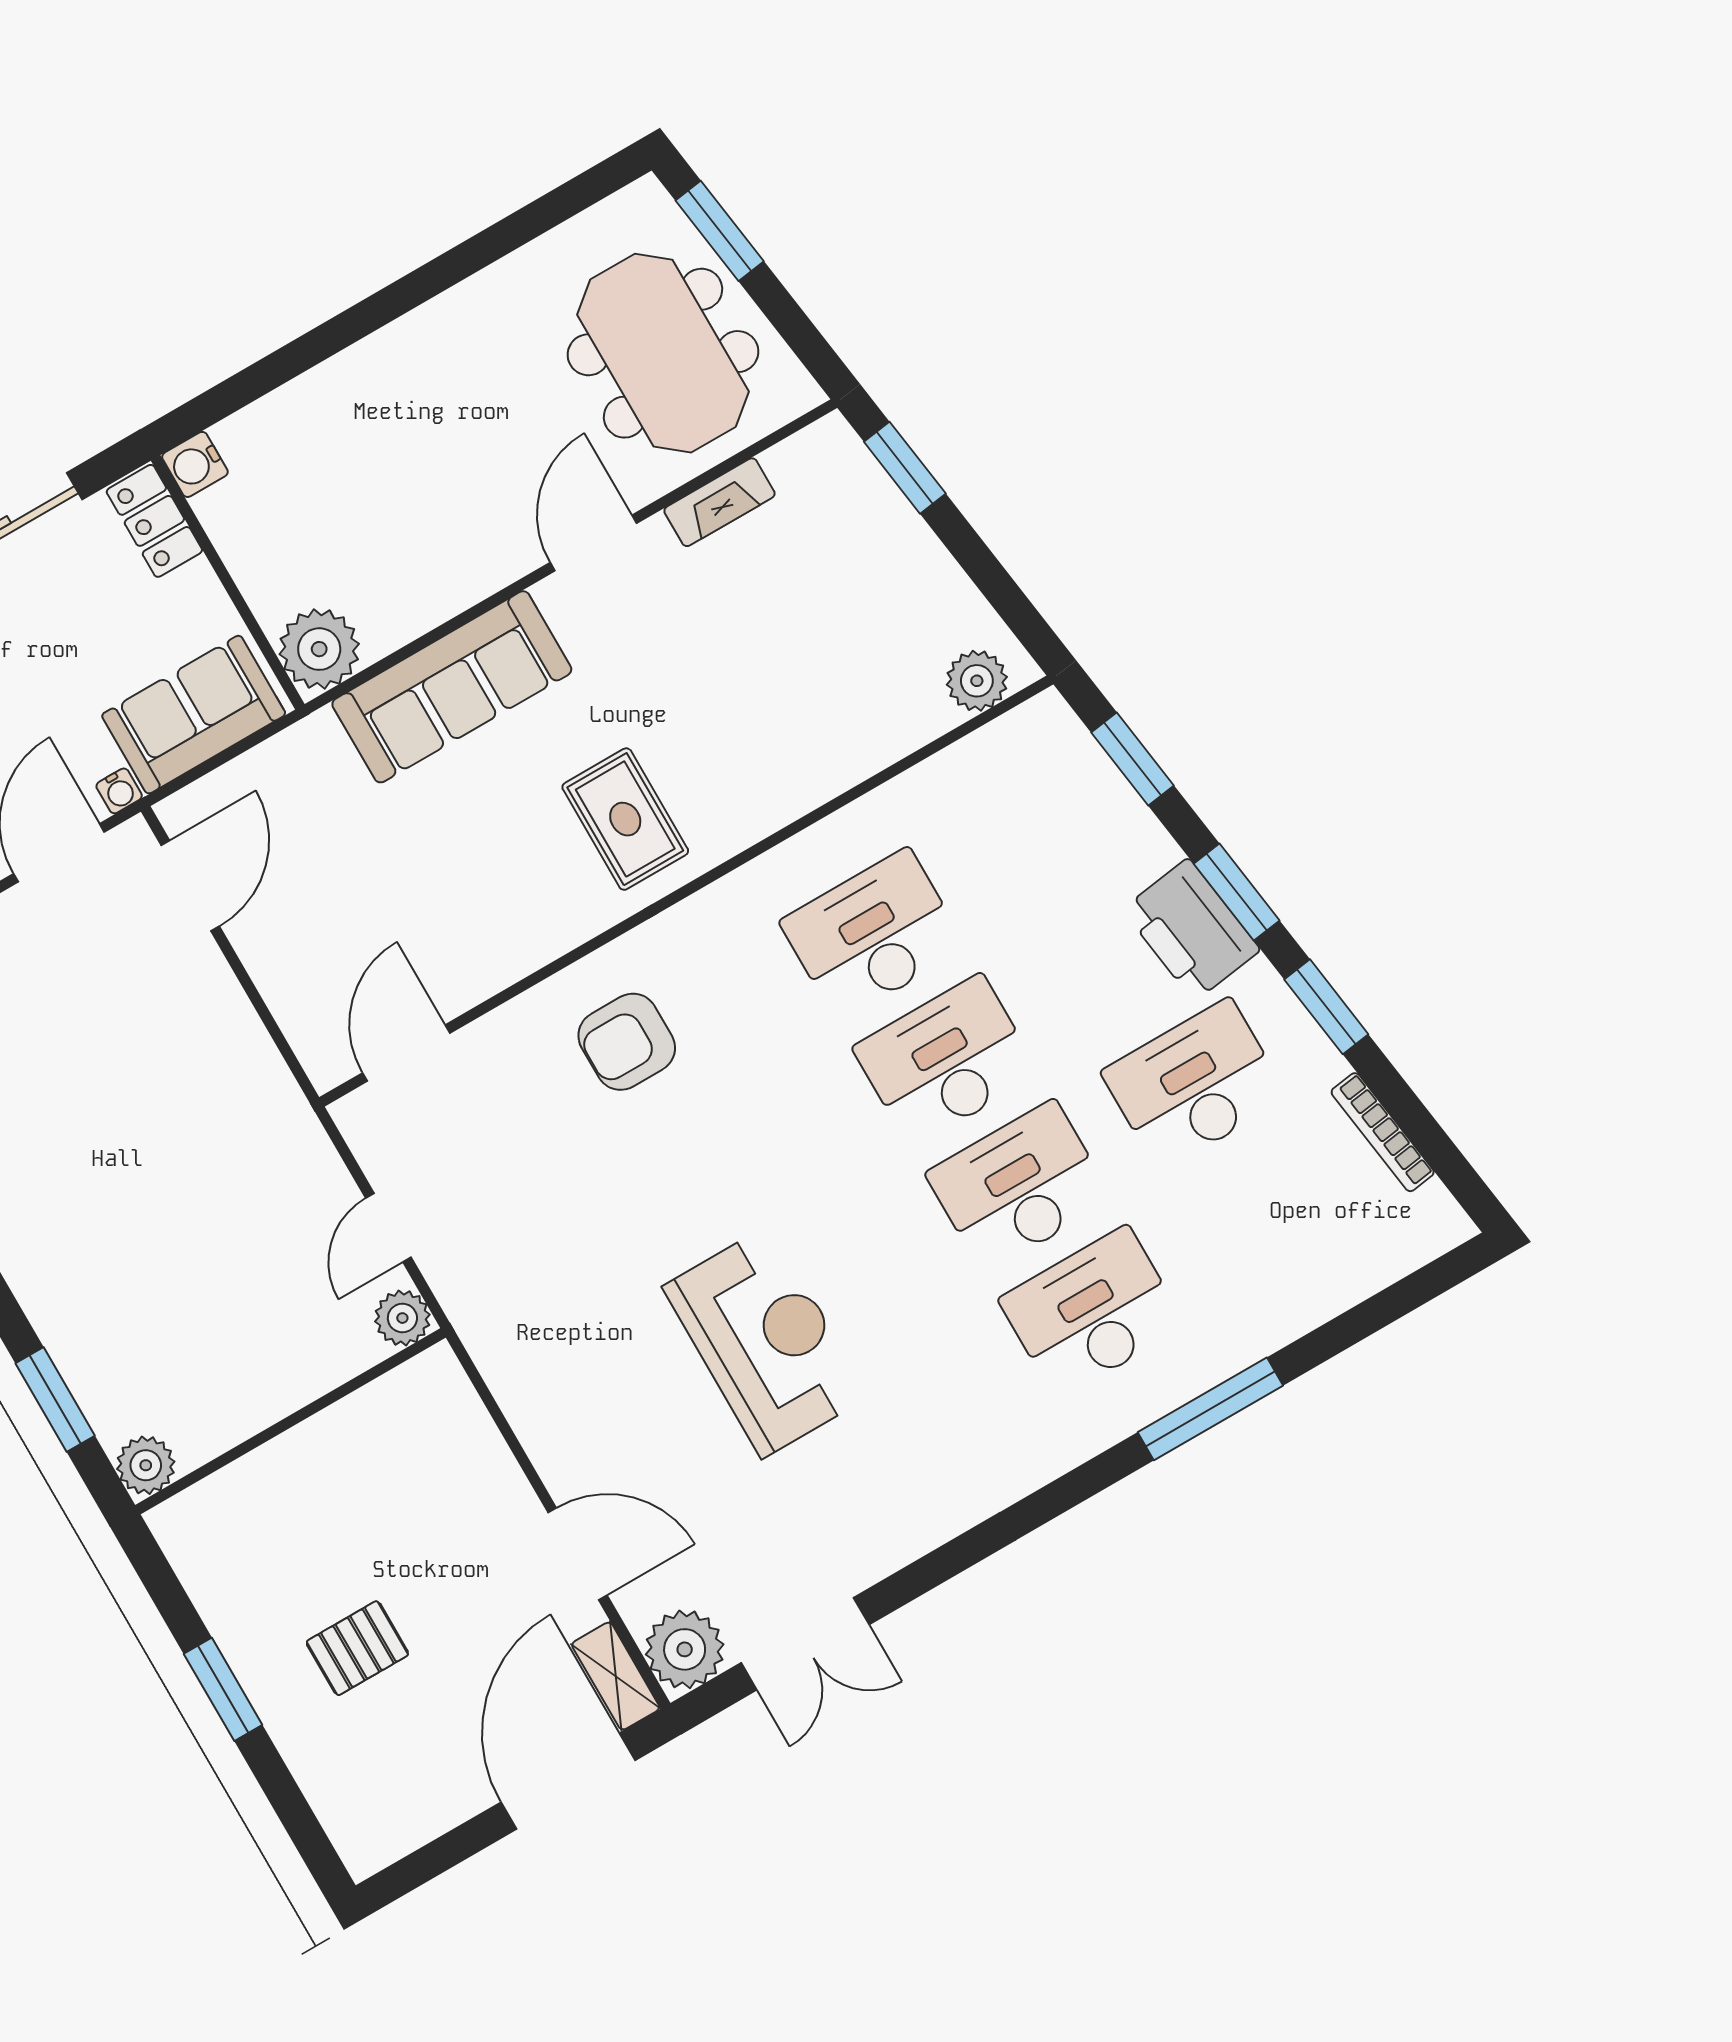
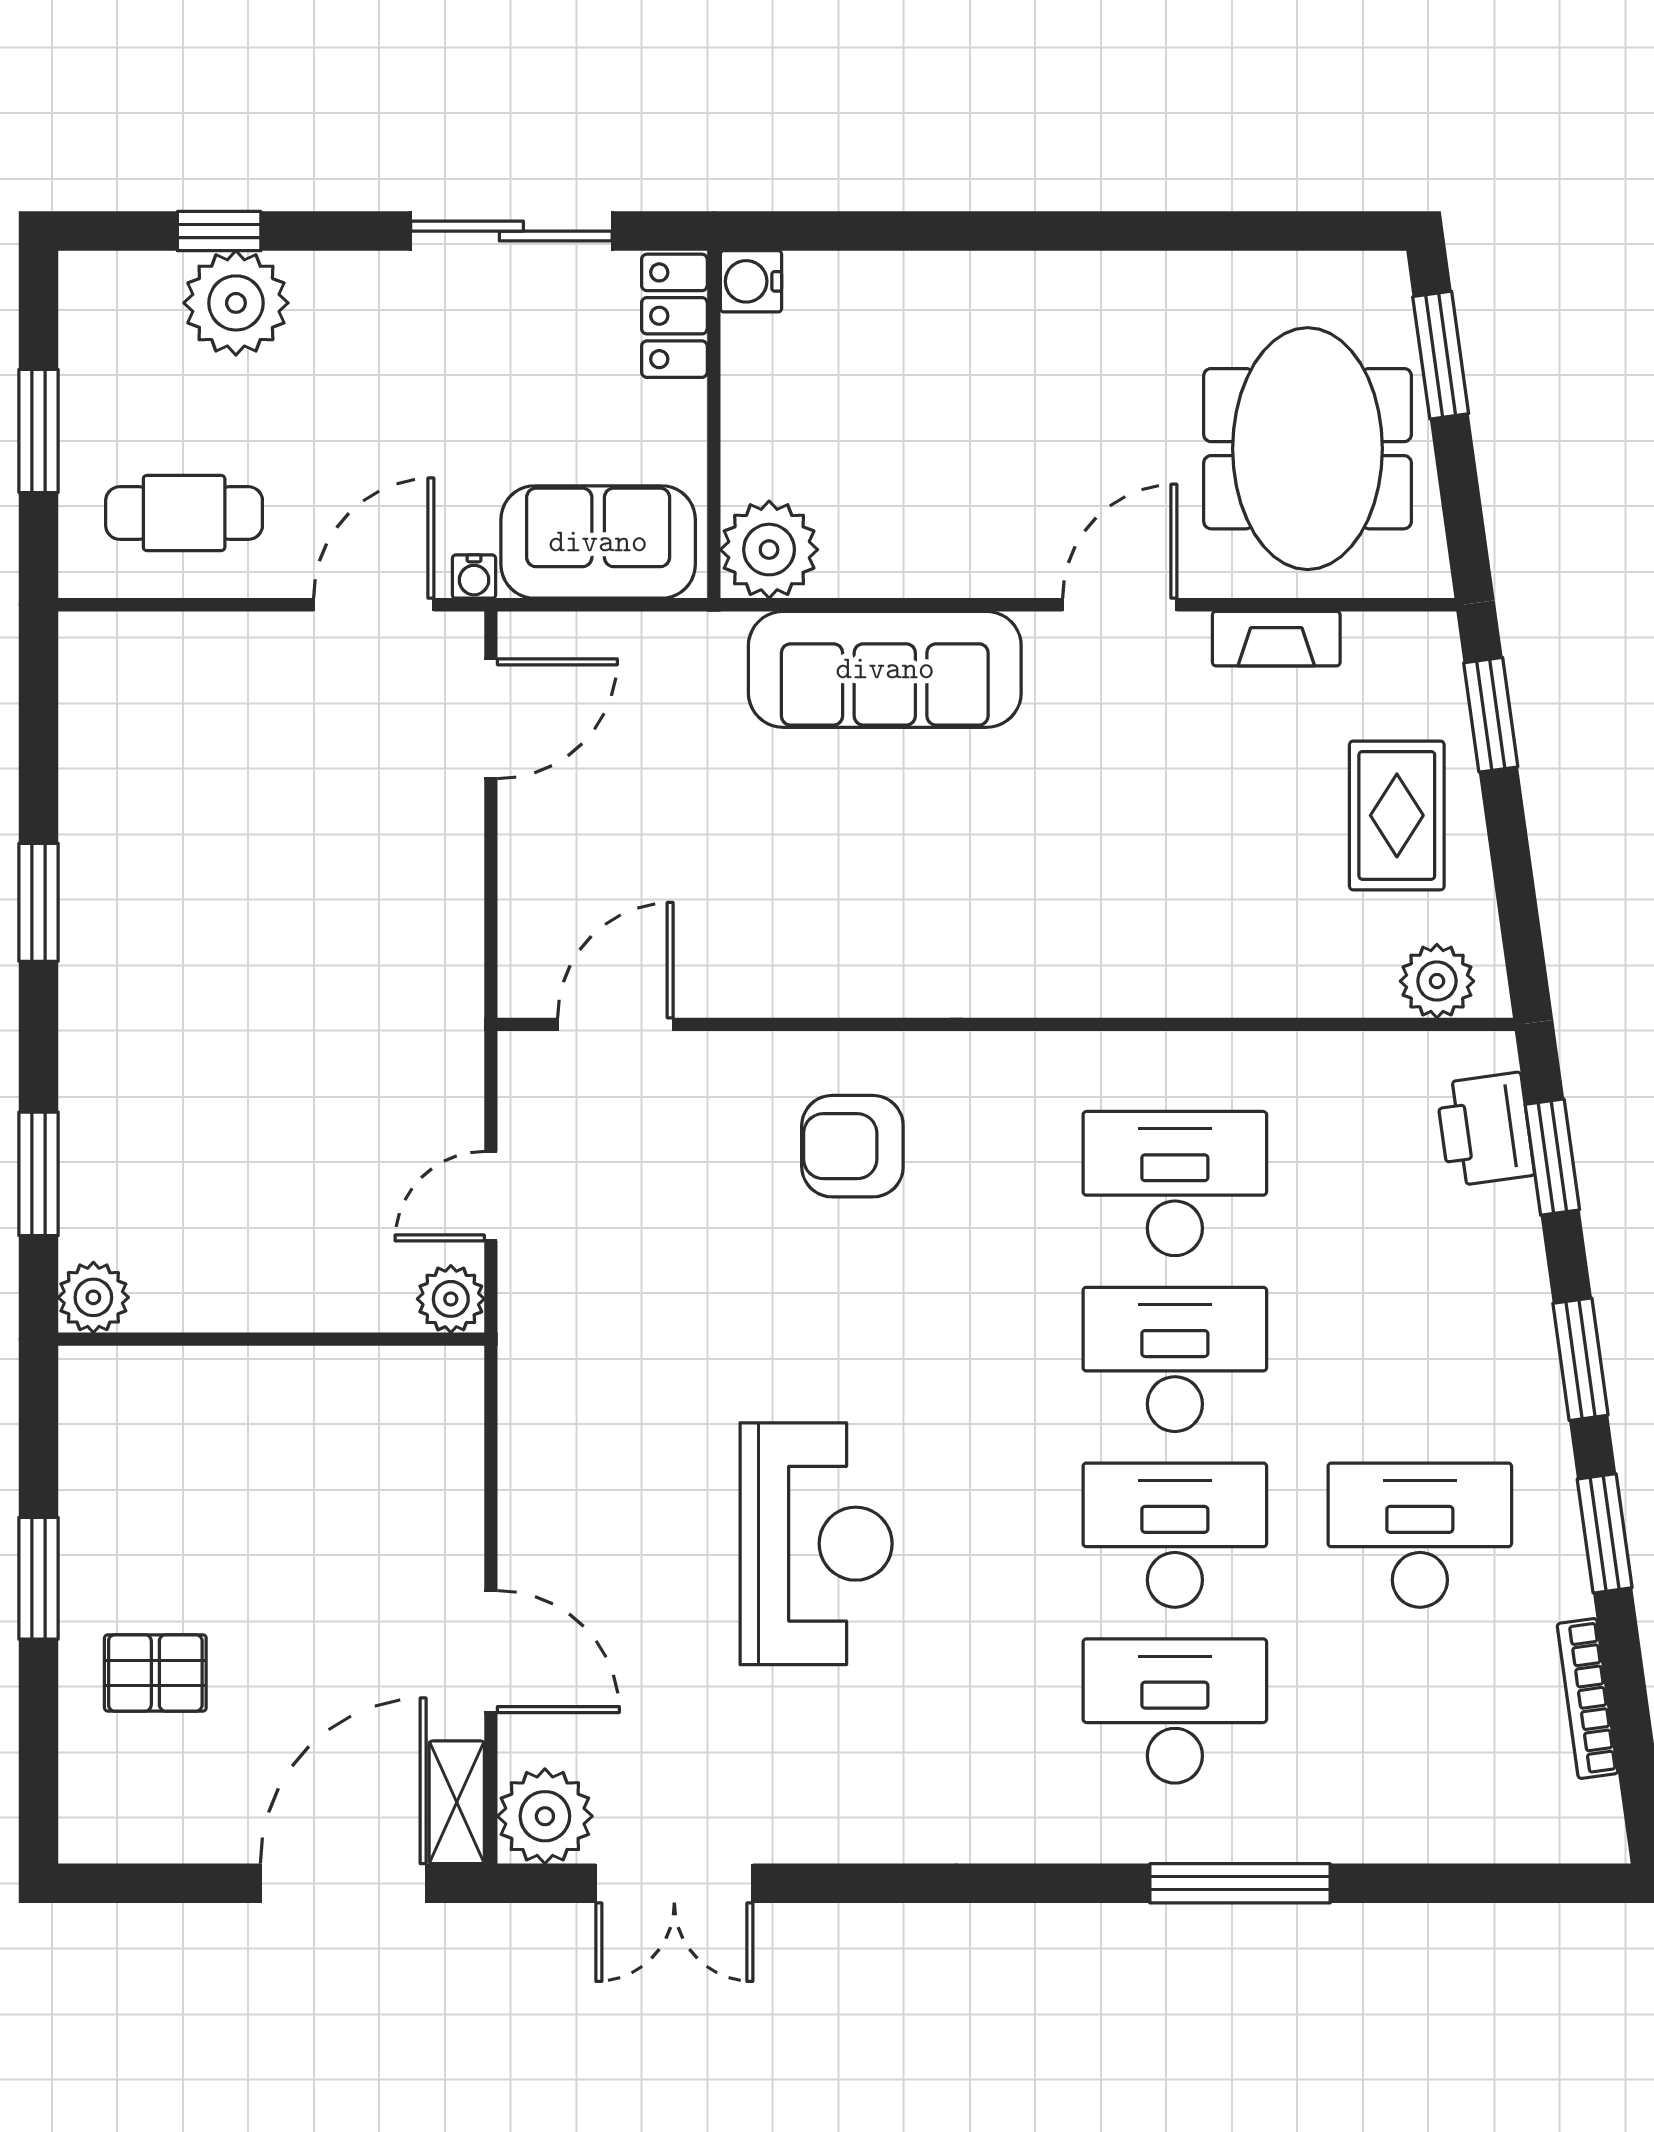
rug: (625, 819) -> (1397, 815), moved
printer: (1191, 930) -> (1485, 1129), moved, width x0.73, depth x0.84
pallet: (357, 1648) -> (155, 1673), moved

